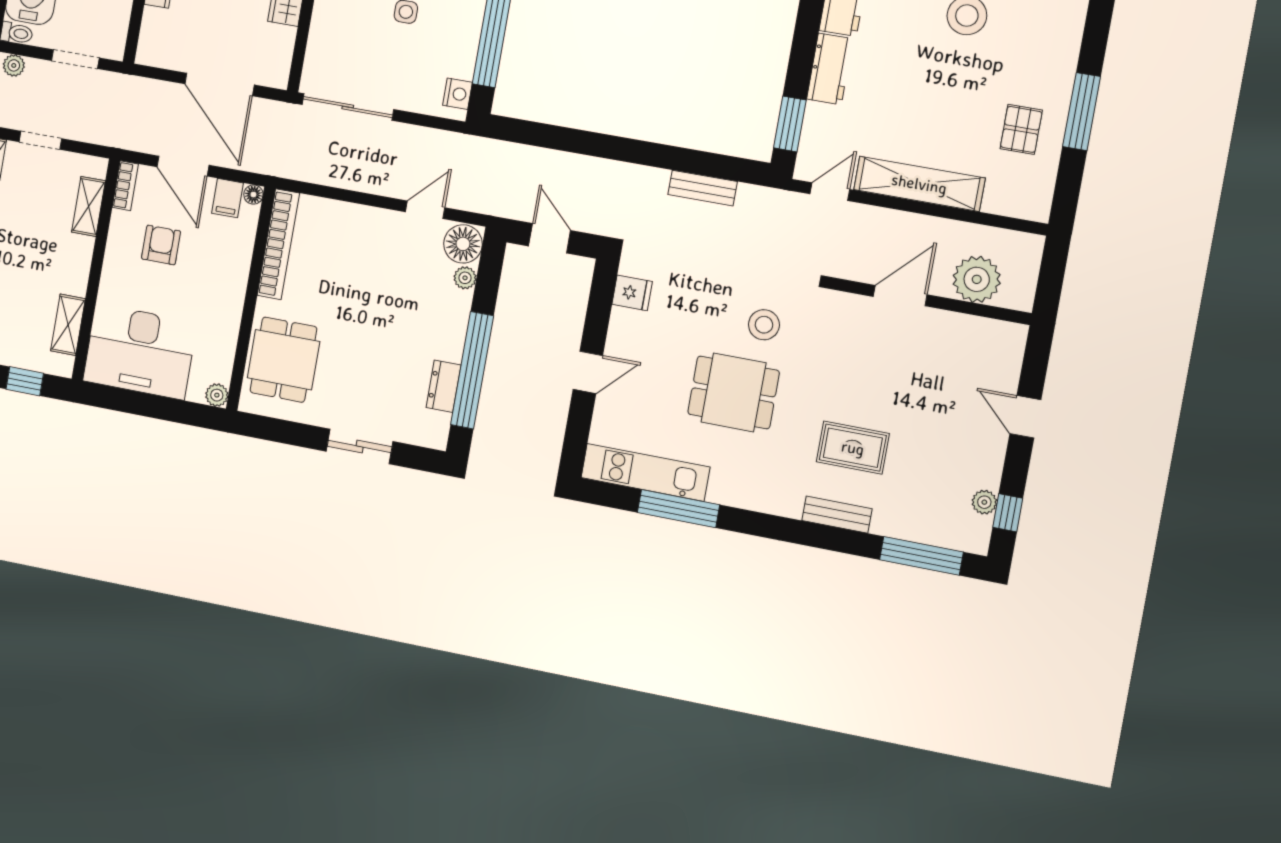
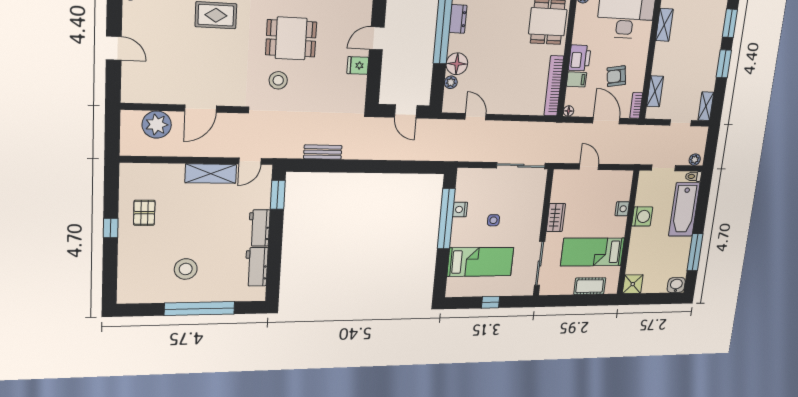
door: (219, 84) -> (589, 167), width x0.53
nightstand: (457, 94) -> (460, 209), moved
window: (1082, 112) -> (111, 228), width x0.46
shelving: (919, 184) -> (211, 174), width x0.68
filing cabinet: (228, 198) -> (577, 79), moved, turned 90
door: (425, 210) -> (476, 117), swing flipped
floor lamp: (463, 244) -> (457, 64), moved
armchair: (161, 245) -> (616, 76), turned 81
printer: (228, 288) -> (580, 58), added
fridge: (632, 293) -> (358, 65), moved

